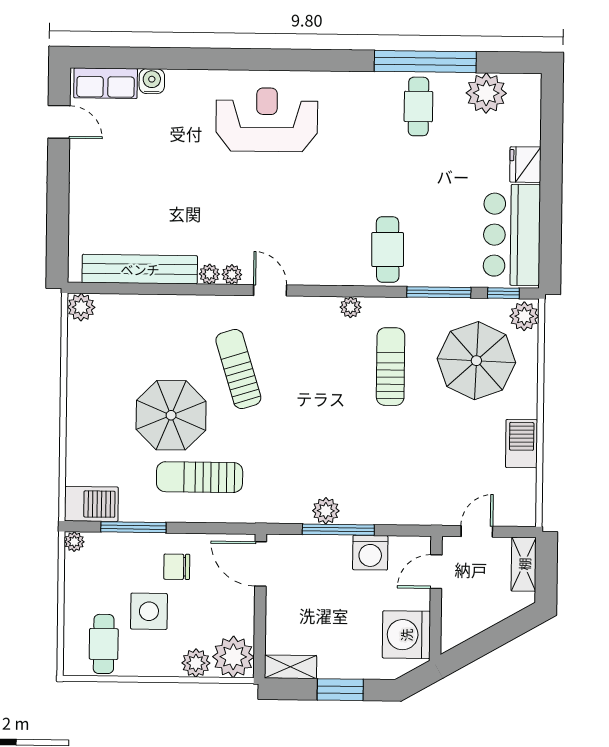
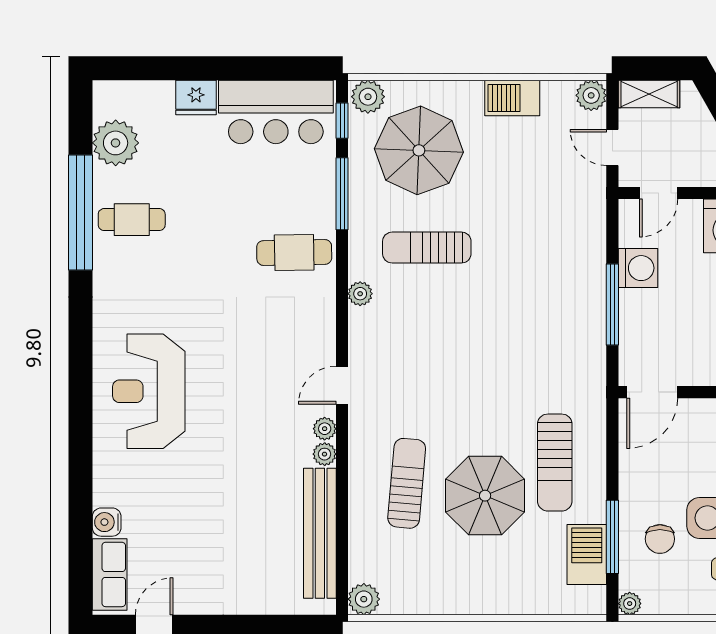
sun lounger: (238, 369) -> (407, 483), moved, turned 112
barbecue: (91, 504) -> (587, 554), moved
plant: (326, 511) -> (591, 95), moved
chair: (177, 567) -> (660, 539), moved
door: (436, 572) -> (659, 193), hinge flipped

